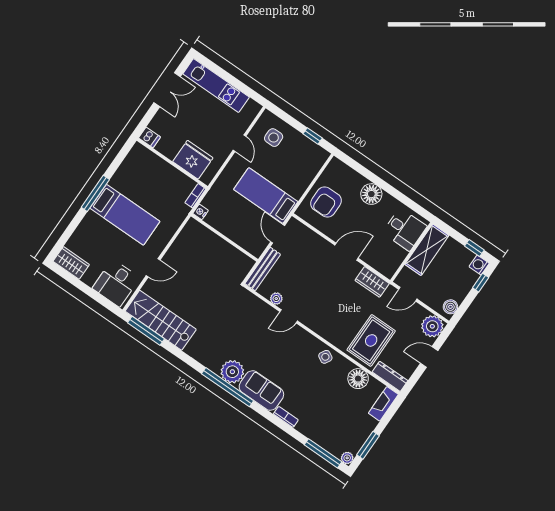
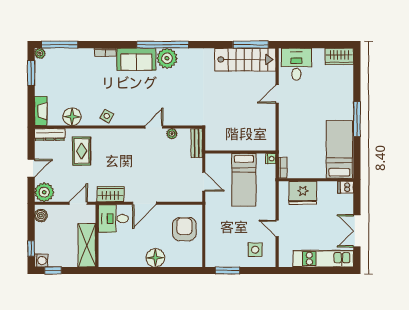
window: (313, 136) -> (228, 271), width x1.50
bed: (266, 196) -> (244, 180), moved, turned 90
bed: (125, 215) -> (339, 149), moved, turned 90
desk: (405, 229) -> (113, 219), moved
bench: (263, 269) -> (197, 143), width x0.73
rug: (371, 340) -> (82, 151), width x0.73, depth x0.70

